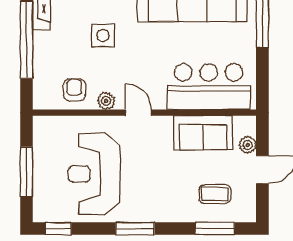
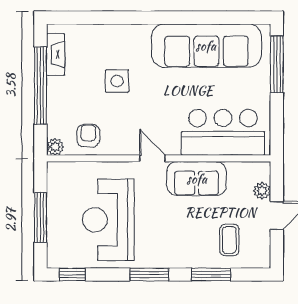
plant: (106, 101) -> (55, 147), moved
sofa: (203, 133) -> (197, 179), moved
coffee table: (215, 194) -> (229, 240), turned 90
window: (215, 229) -> (211, 275), moved

